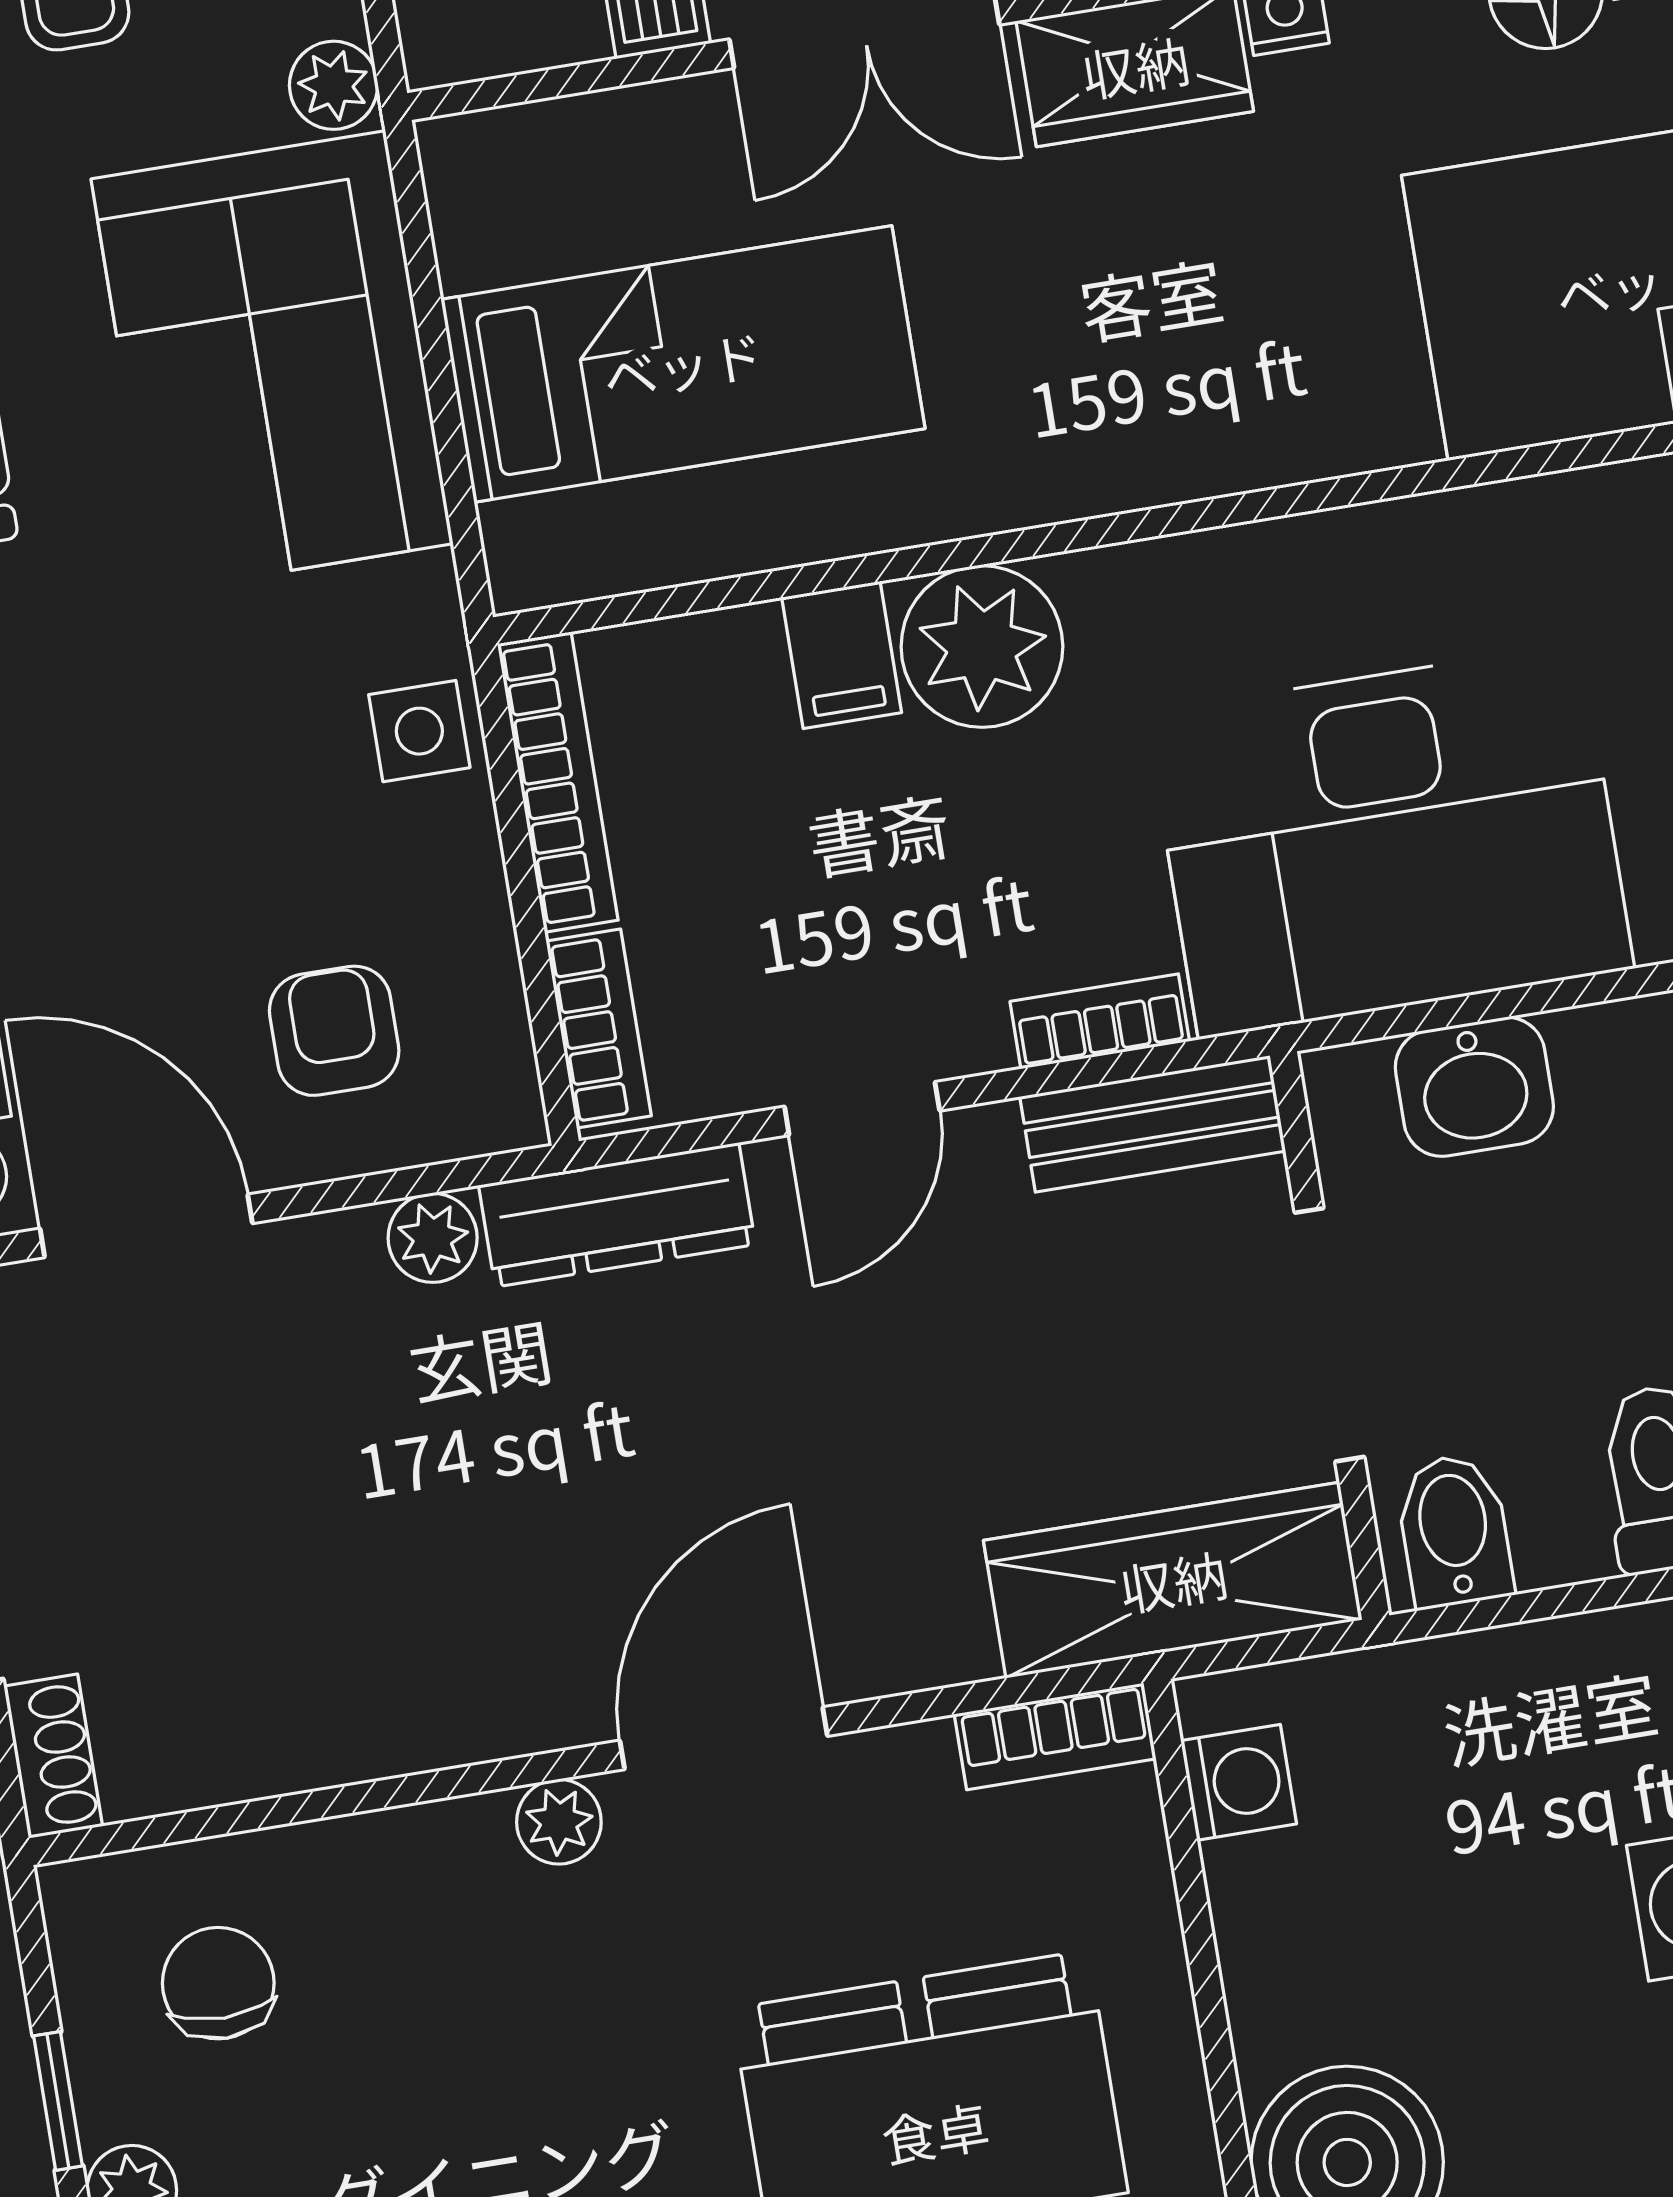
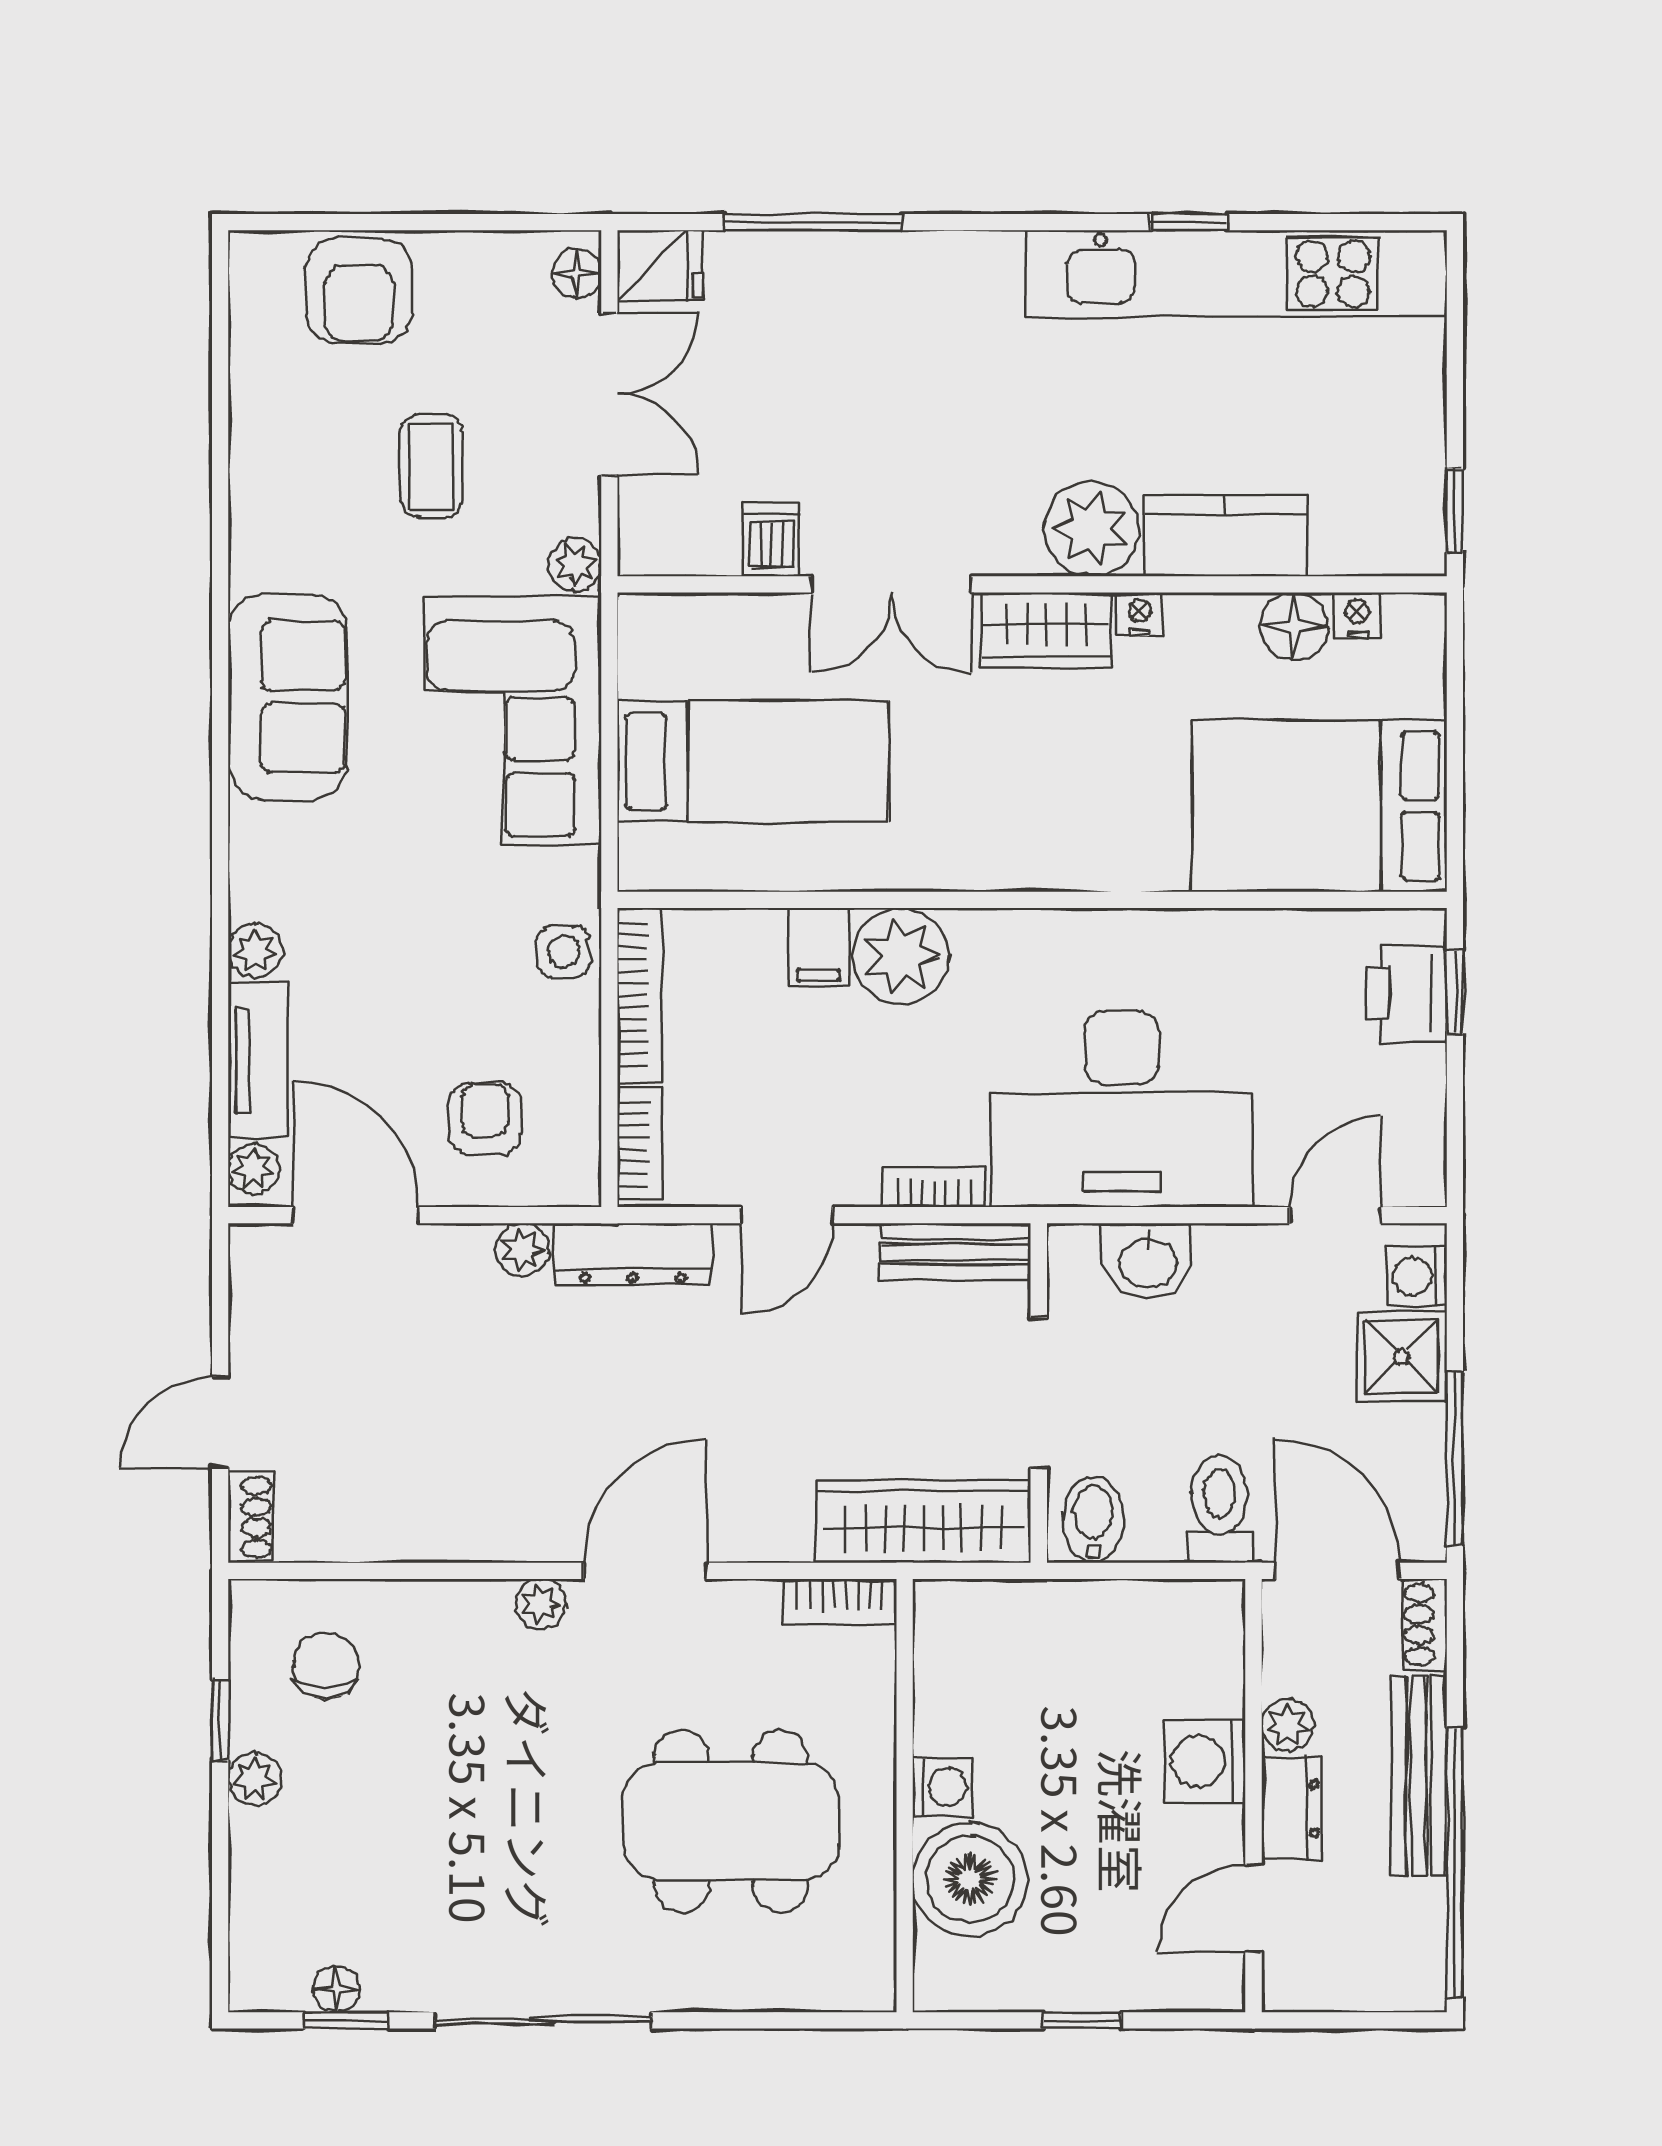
washing machine: (1239, 1782) -> (943, 1787), moved

